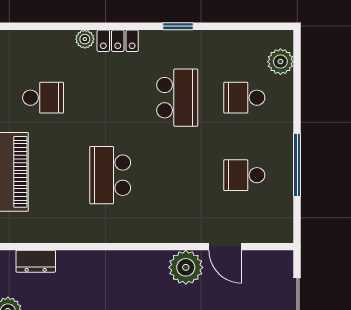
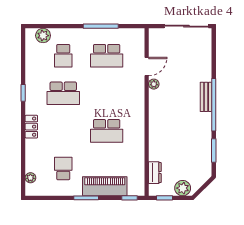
plant: (85, 39) -> (30, 178), moved
school desk: (177, 98) -> (63, 93), turned 180
school desk: (244, 175) -> (107, 56), width x1.85
plant: (186, 267) -> (154, 84), width x0.53, depth x0.53

